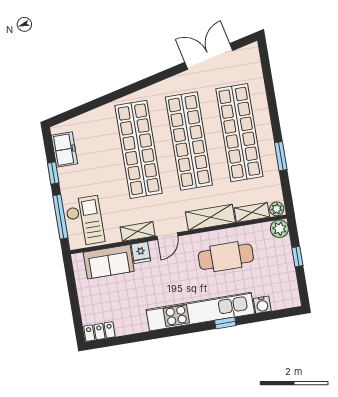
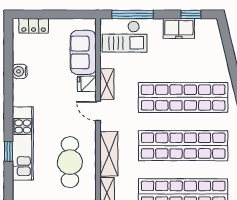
freezer: (64, 150) -> (179, 29), moved
window: (53, 173) -> (191, 14), moved
water cooler: (262, 305) -> (20, 71), moved
kitchen unit: (200, 312) -> (23, 143), width x0.73
locker: (99, 332) -> (34, 26), moved, turned 90

